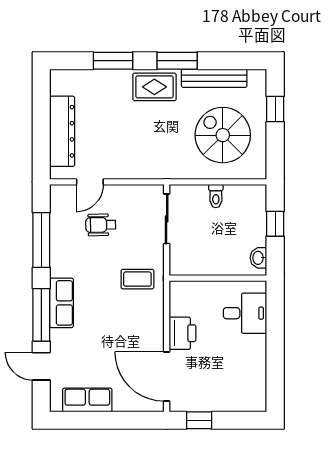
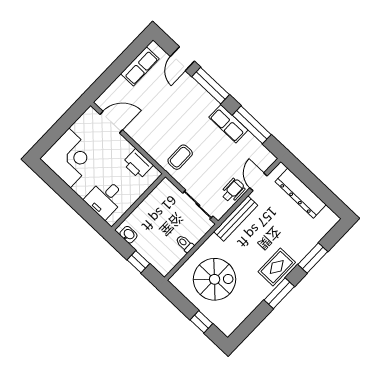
bench: (214, 78) -> (236, 219), moved
wheelchair: (101, 225) -> (233, 190), moved
row of seats: (62, 303) -> (228, 124), moved
printer: (182, 333) -> (138, 164), moved
door: (41, 366) -> (182, 59), swing flipped
door: (167, 377) -> (111, 122), width x0.73
corner desk: (239, 384) -> (70, 158), added
window: (199, 420) -> (70, 117), removed

